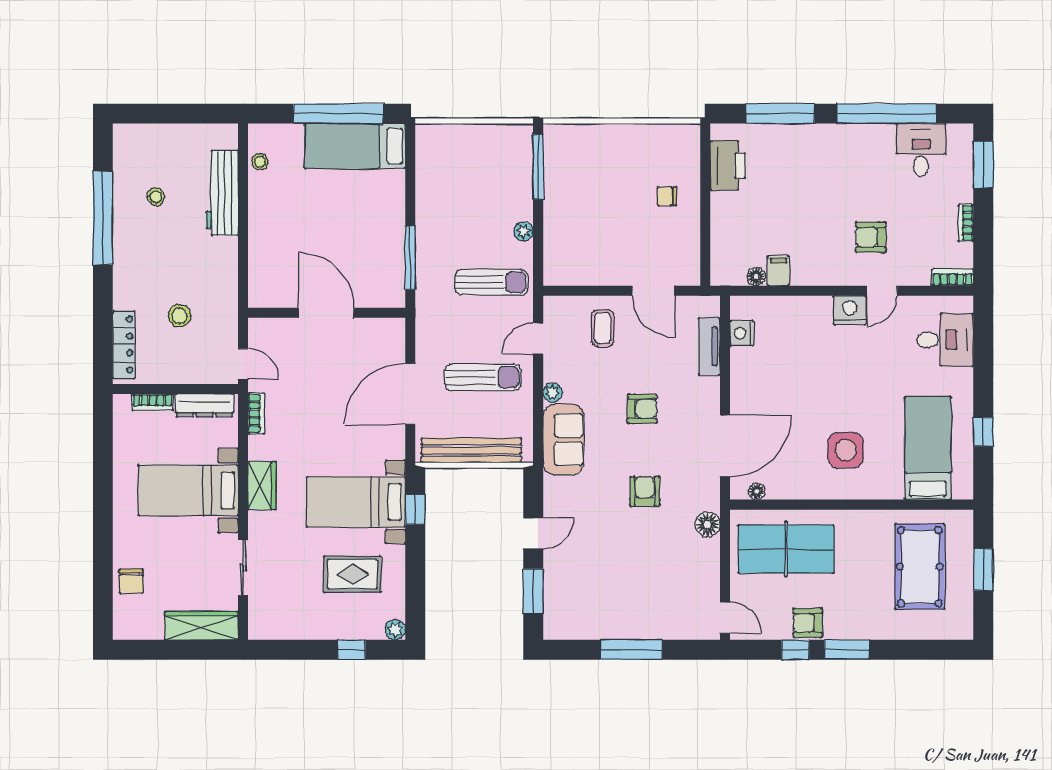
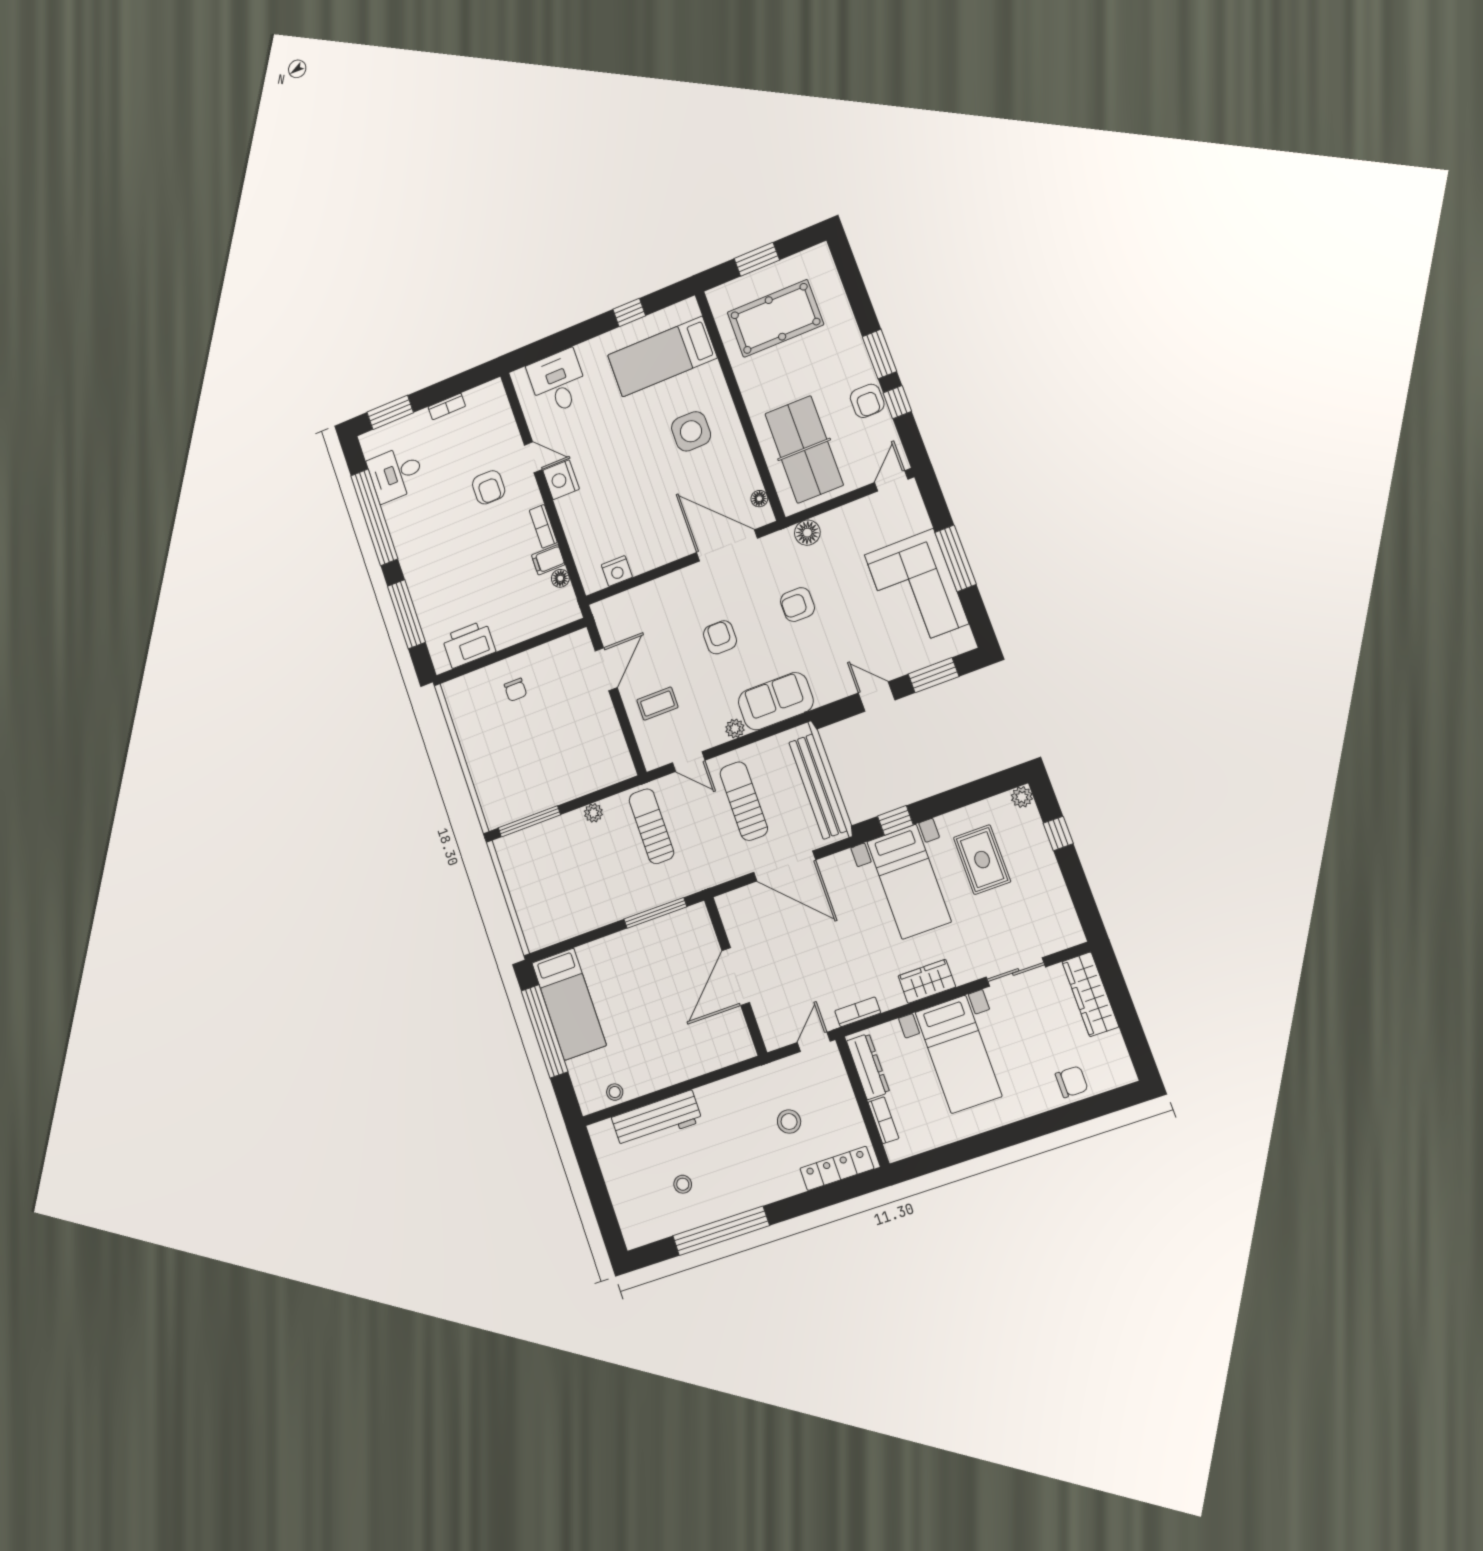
bookcase: (952, 277) -> (543, 526), moved
tv unit: (709, 347) -> (640, 597), removed
corner sofa: (617, 604) -> (916, 589), added

